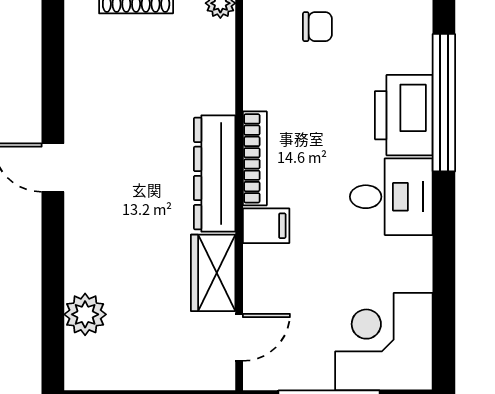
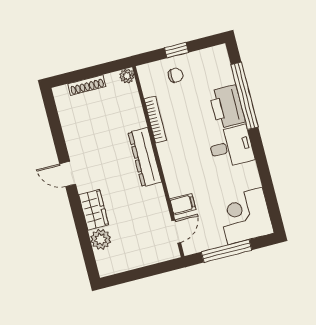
bookcase: (255, 158) -> (155, 119), moved
filing cabinet: (266, 226) -> (183, 204), moved
wardrobe: (213, 273) -> (94, 210), moved, turned 180

